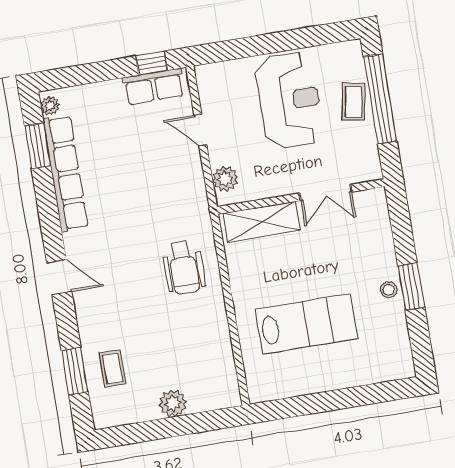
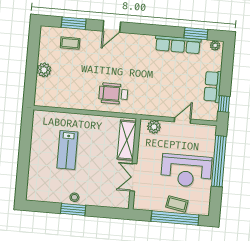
window: (257, 46) -> (219, 161), added
row of seats: (154, 87) -> (213, 86), moved
row of seats: (66, 173) -> (178, 45), width x0.73
door: (59, 277) -> (112, 26), moved
lab bench: (307, 324) -> (67, 150), width x0.73, depth x0.72

